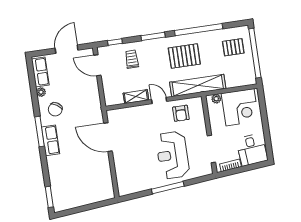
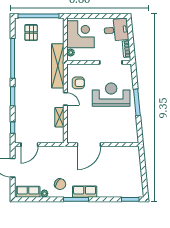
pallet: (184, 56) -> (32, 73), removed
trolley: (132, 59) -> (29, 116), removed
door: (159, 101) -> (65, 99), swing flipped
reception desk: (173, 155) -> (111, 95), turned 180

